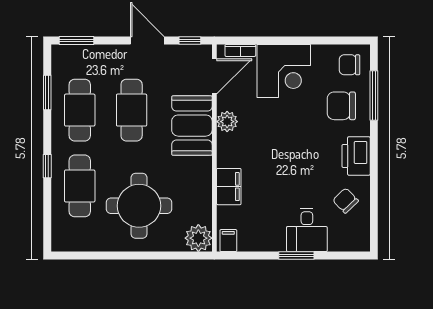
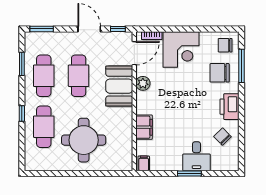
plant: (198, 238) -> (124, 162), removed

